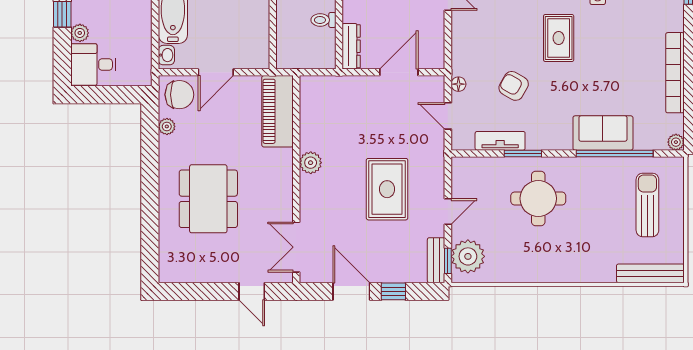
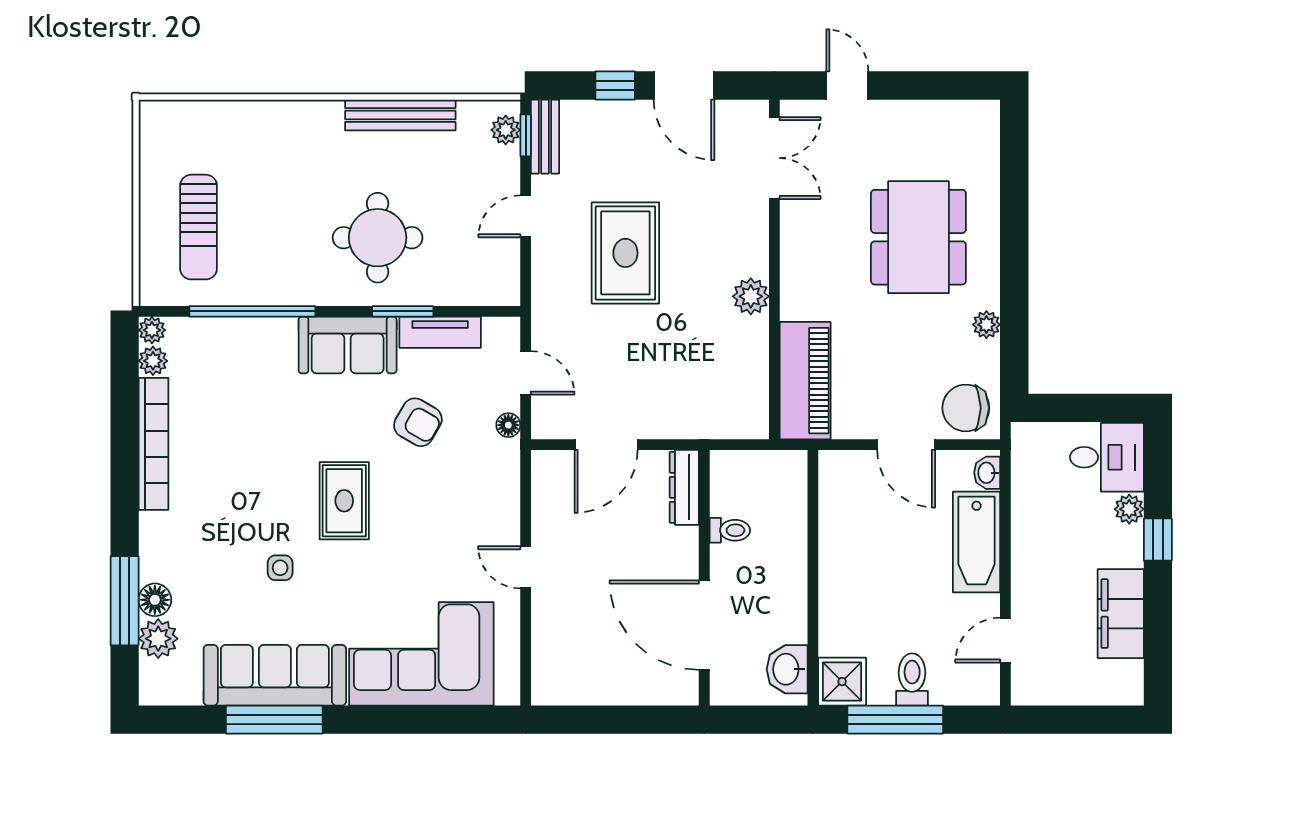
door: (216, 72) -> (906, 445), swing flipped
plant: (675, 123) -> (153, 361), added
plant: (167, 126) -> (986, 325), moved
sofa: (603, 133) -> (348, 345), moved
plant: (468, 256) -> (506, 130), width x0.53, depth x0.53
bench: (650, 273) -> (400, 115), moved

